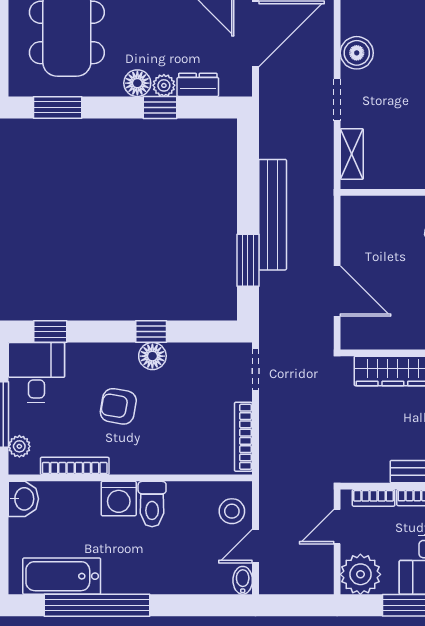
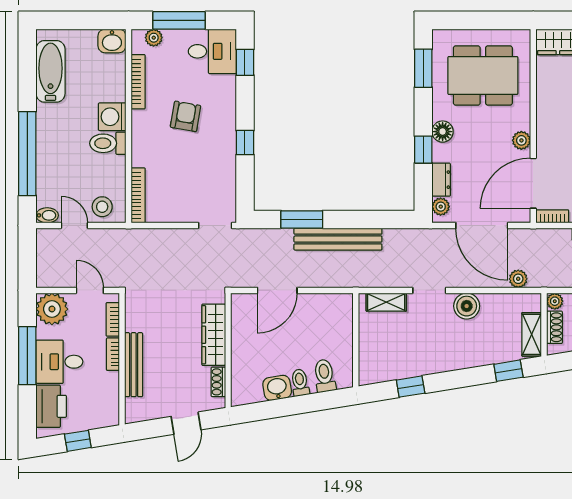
plant: (164, 85) -> (441, 207), moved
floor lamp: (152, 356) -> (225, 144), removed
bookcase: (243, 437) -> (138, 195), moved, turned 90
window: (97, 605) -> (27, 154), moved

